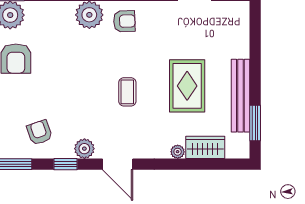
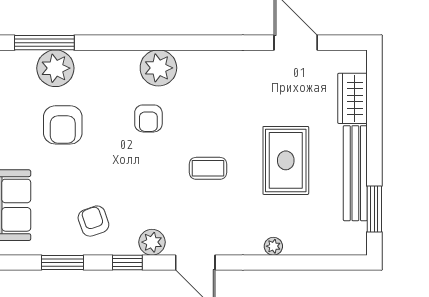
armchair: (124, 21) -> (148, 118), moved, turned 92
coffee table: (127, 92) -> (208, 168), turned 90
wardrobe: (205, 147) -> (353, 98), moved, turned -90

